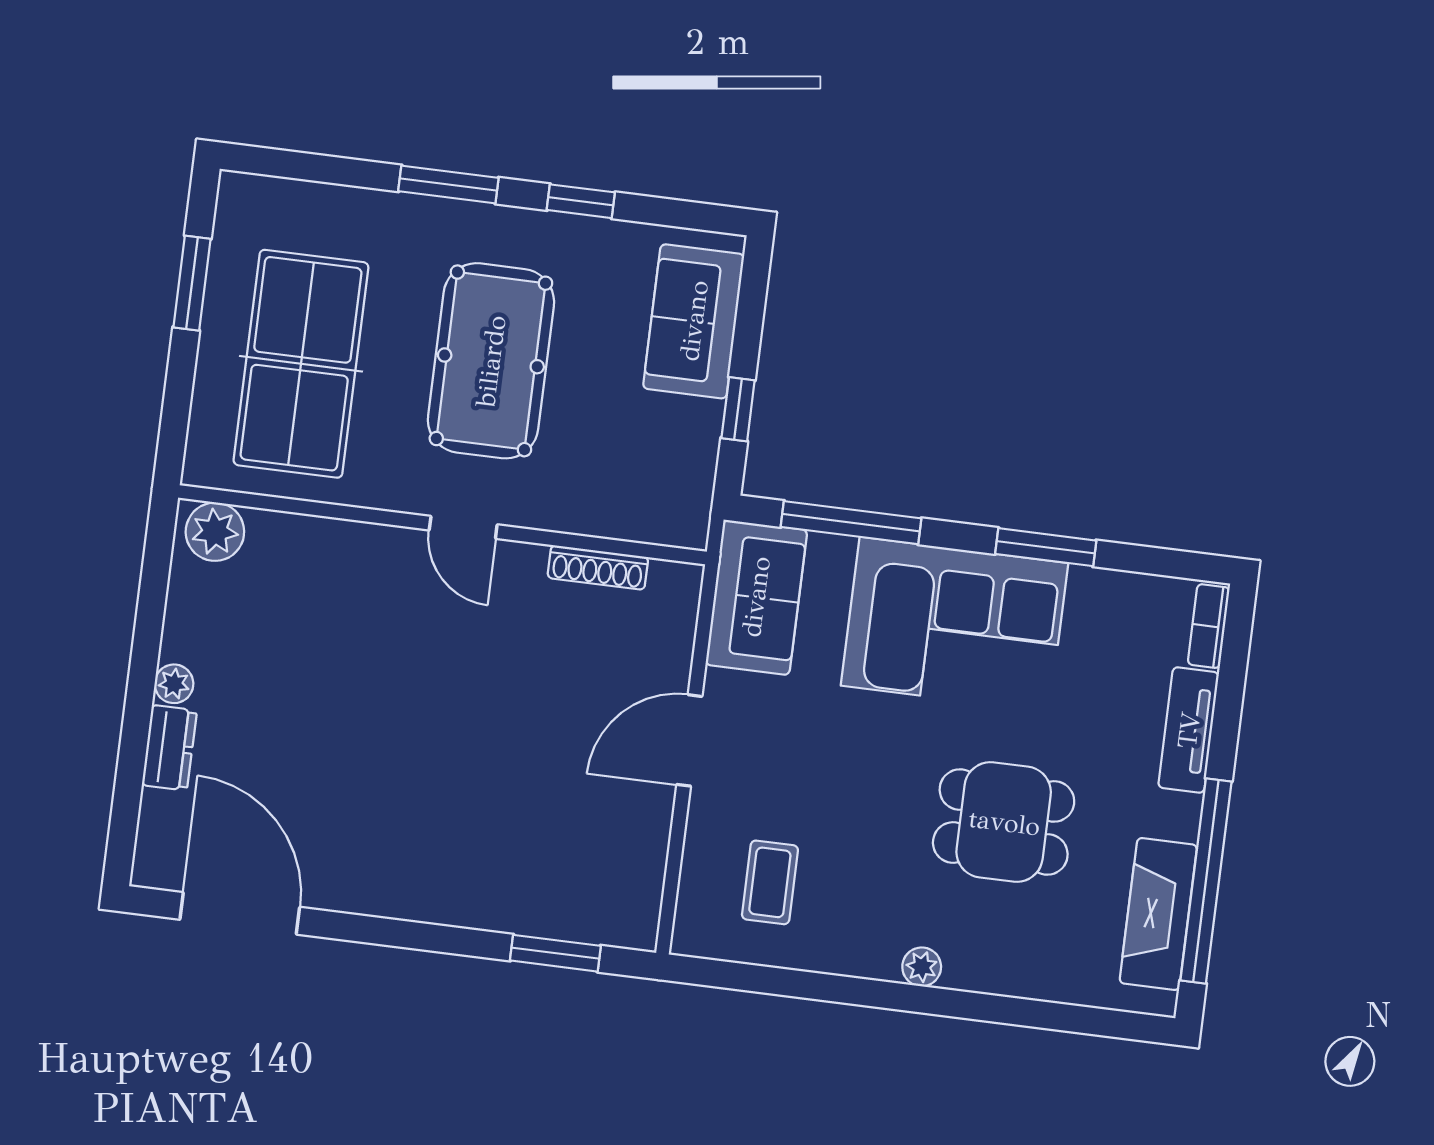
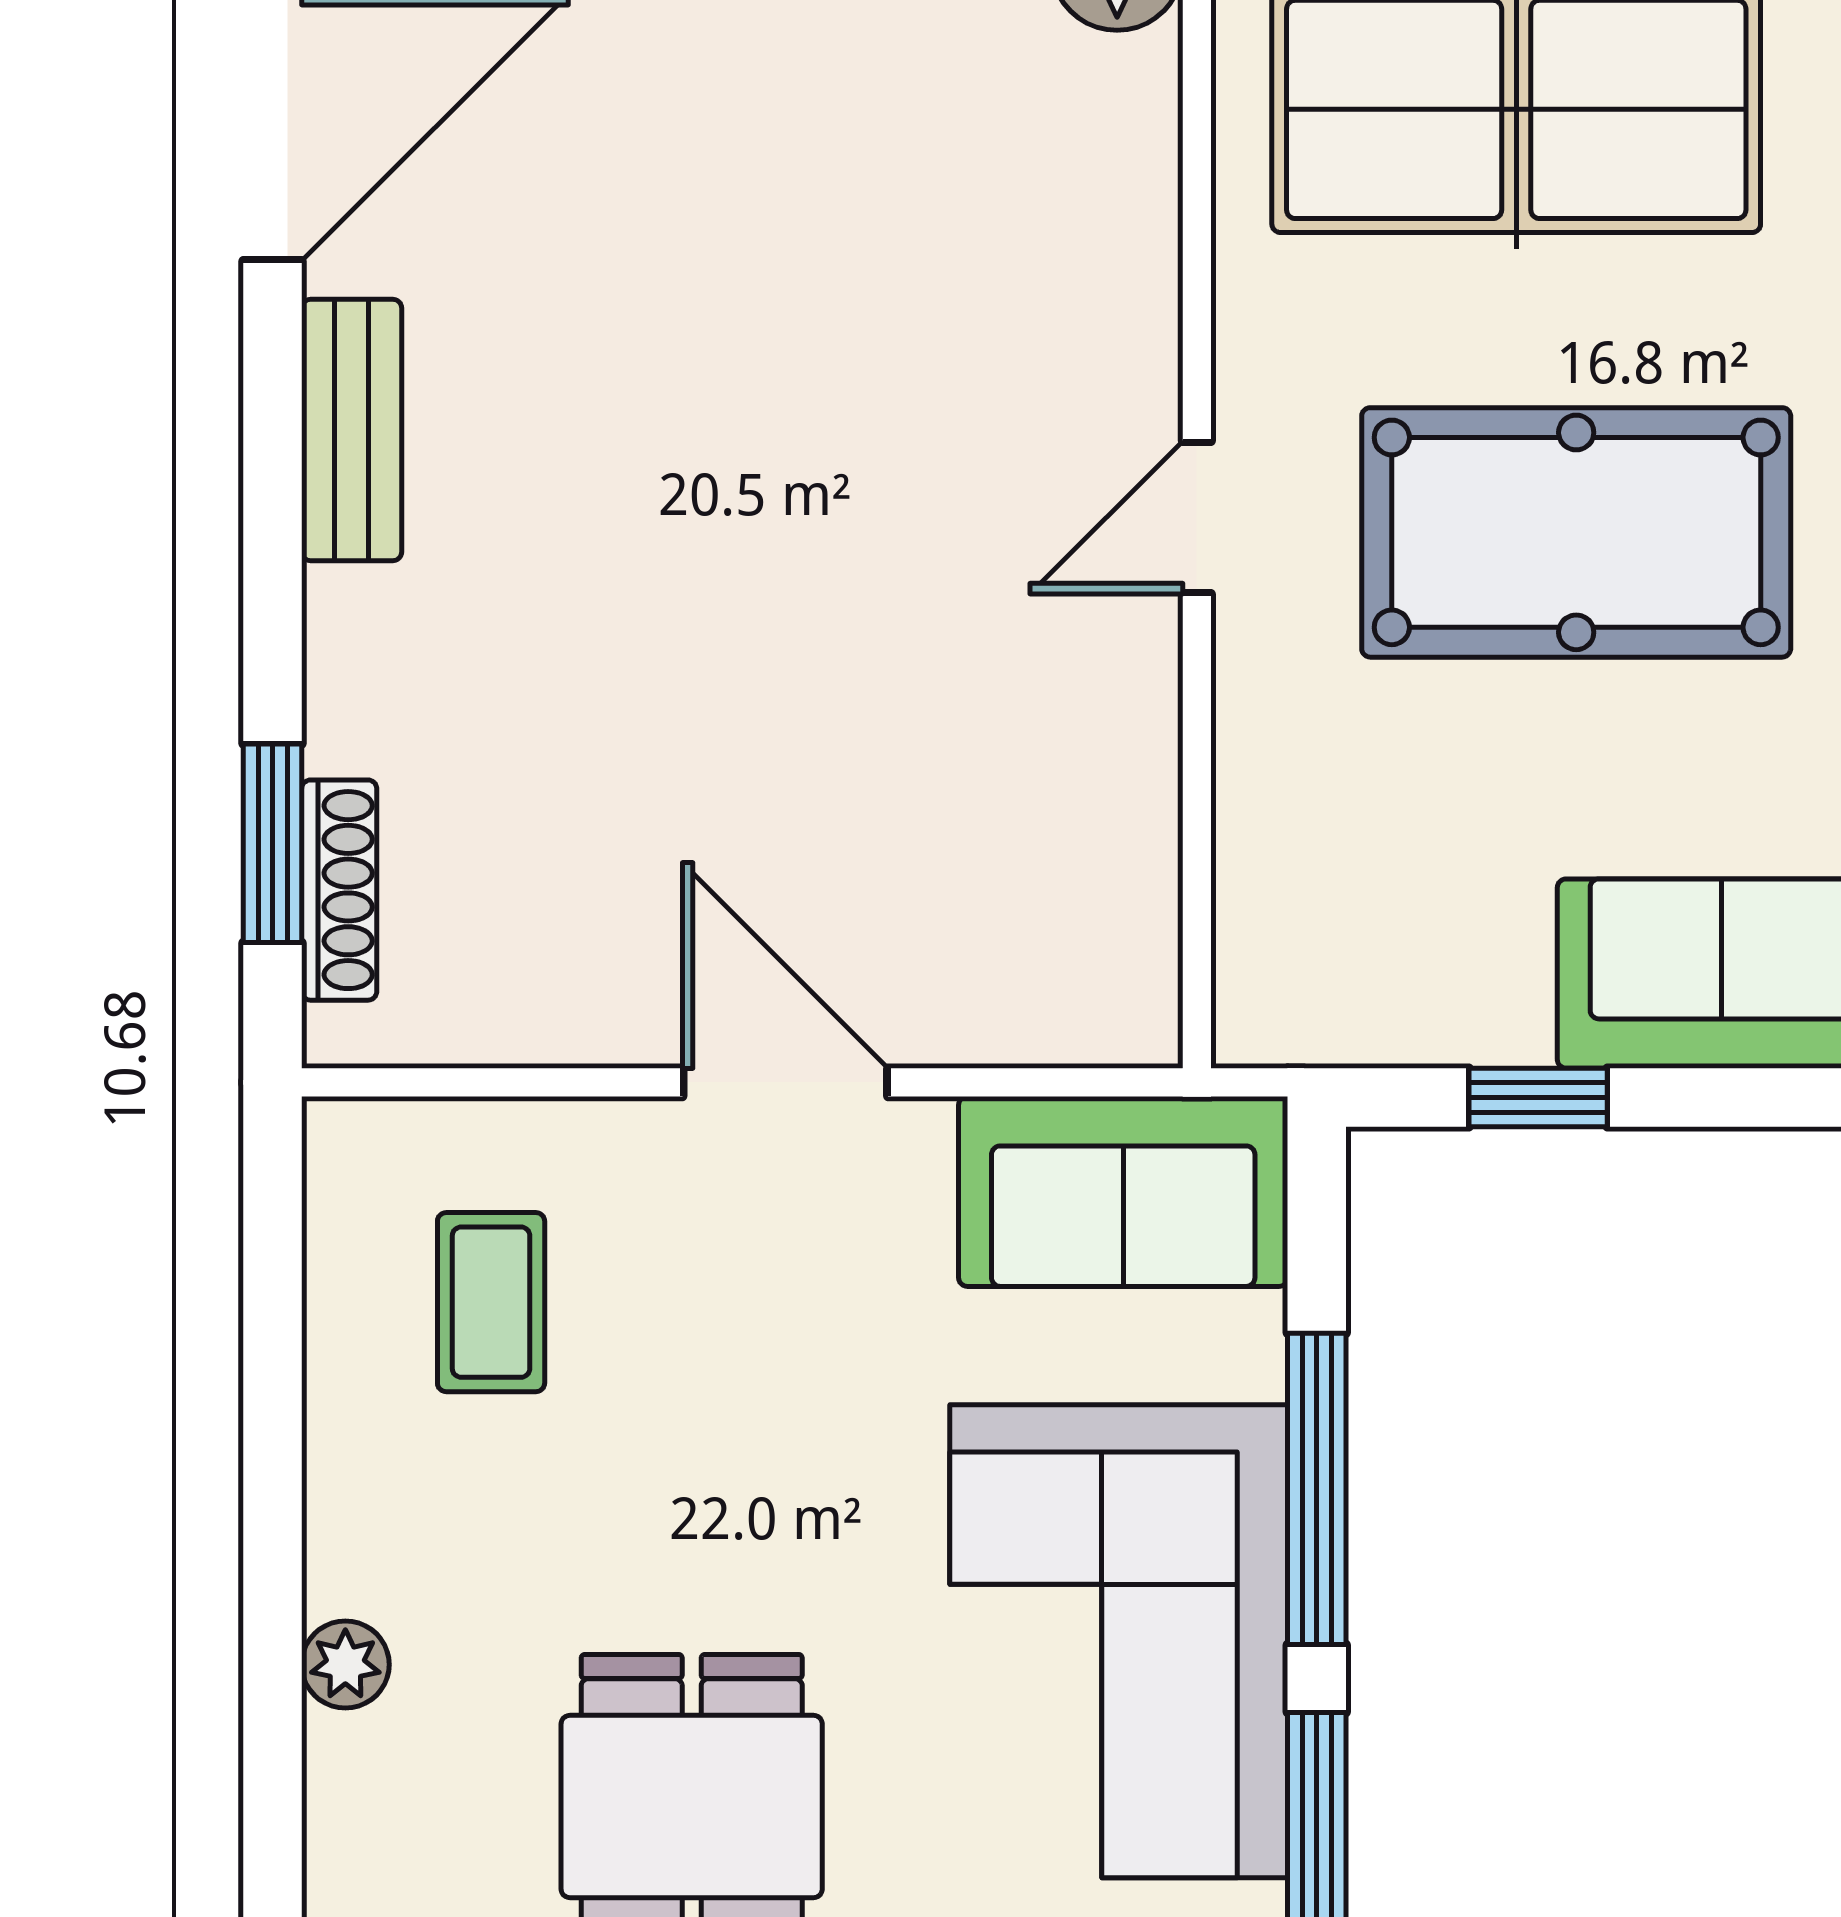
window: (851, 523) -> (1317, 1489), moved
shoe rack: (598, 567) -> (339, 890), moved, turned 180
coffee table: (770, 882) -> (491, 1302), turned 90
bench: (378, 895) -> (352, 430), added

